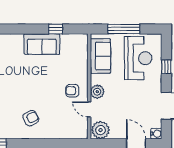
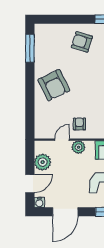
armchair: (31, 118) -> (54, 85), width x1.88, depth x1.88
plant: (101, 130) -> (43, 162), moved

